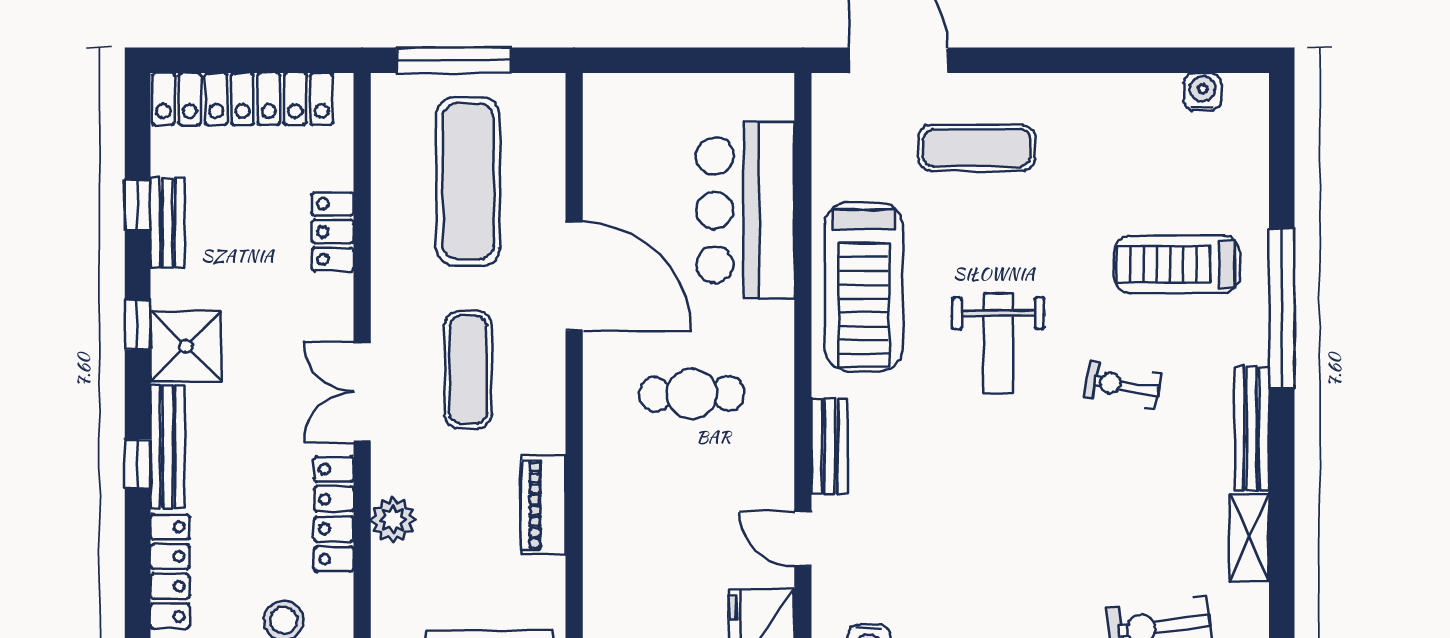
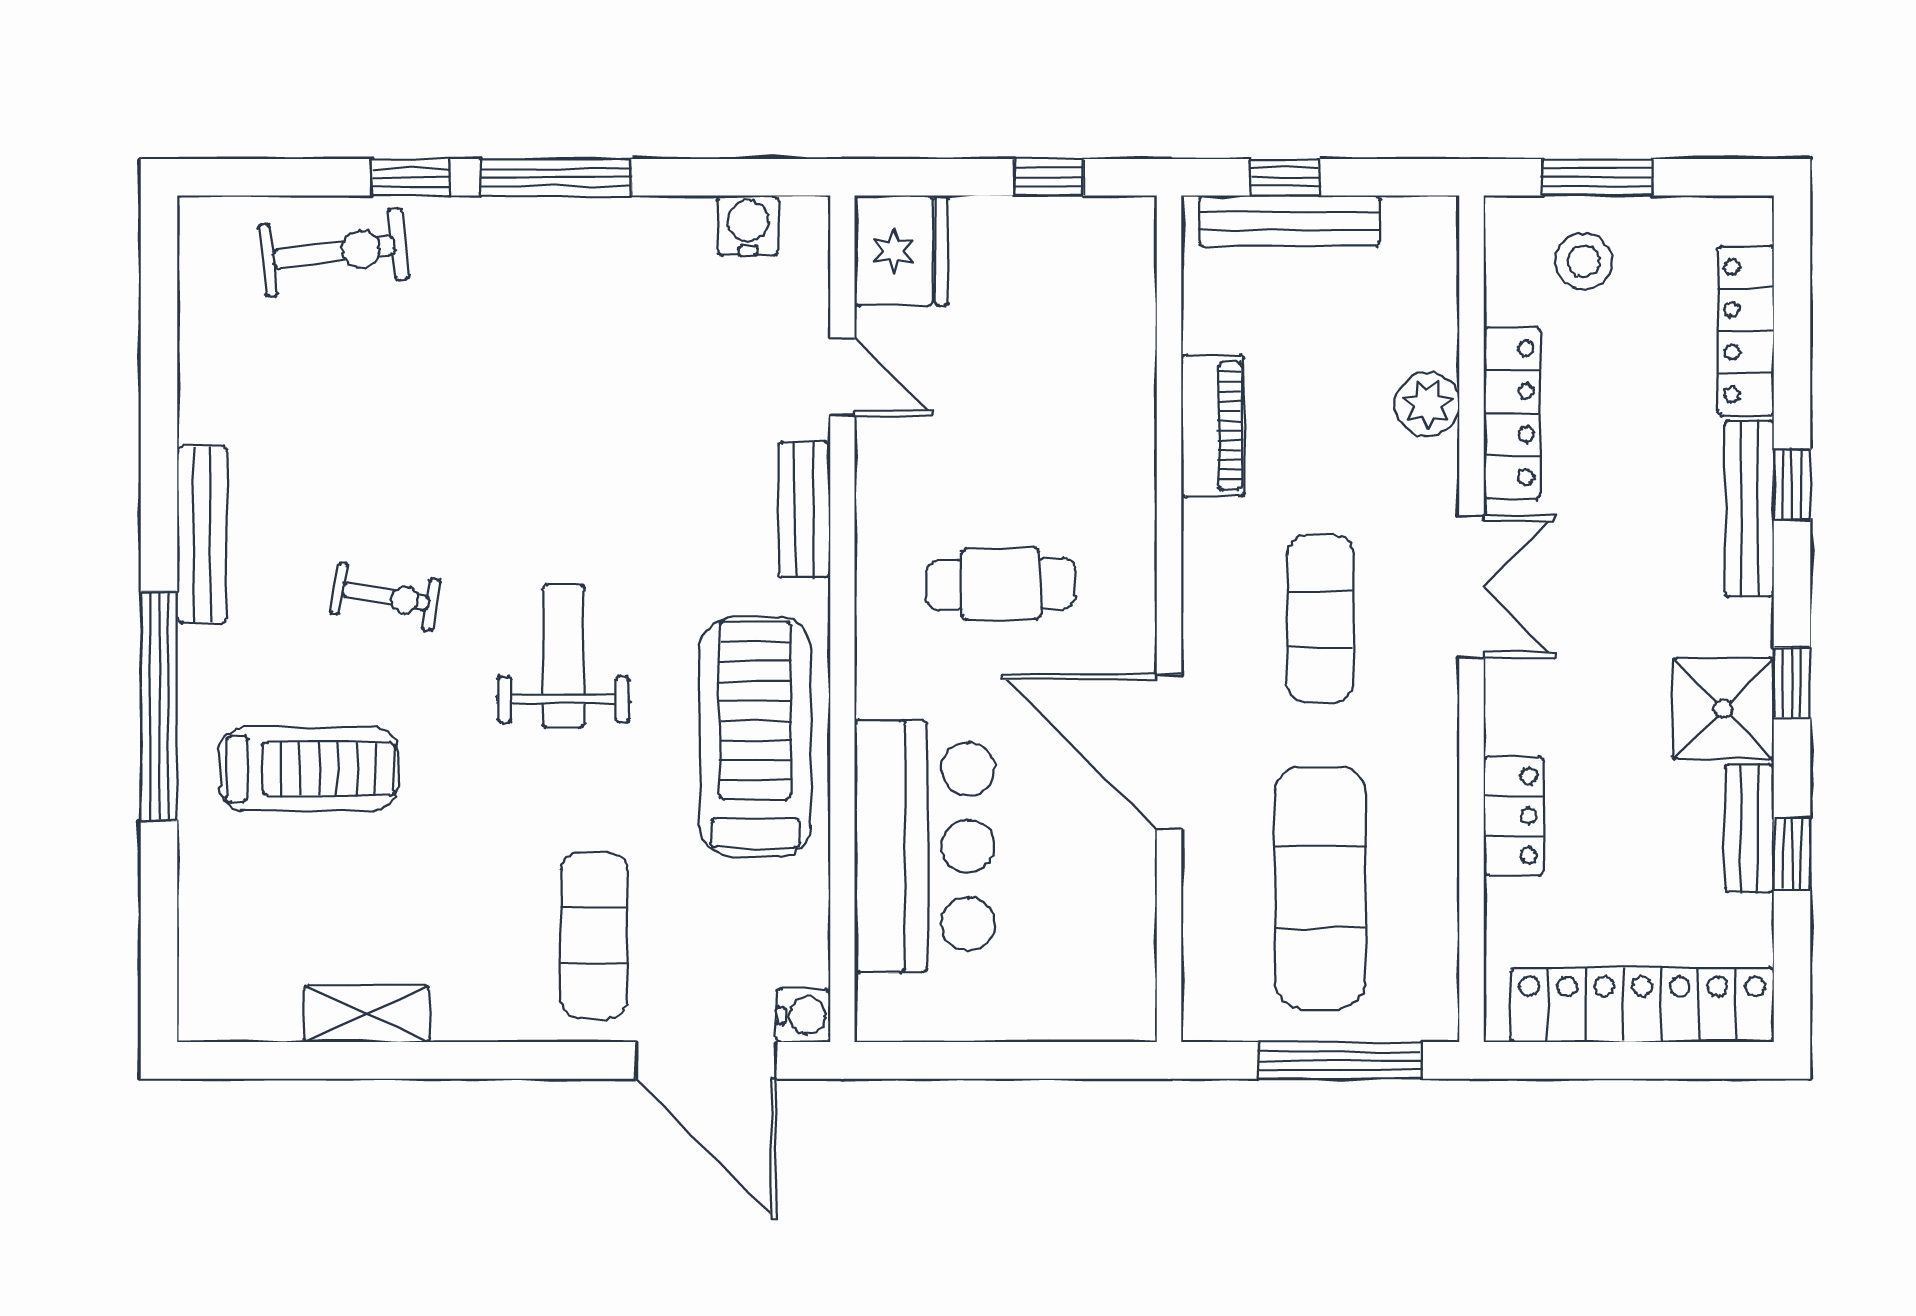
water cooler: (1203, 92) -> (803, 1015), moved, turned -90
exercise mat: (977, 148) -> (594, 935), turned 90
shower: (186, 346) -> (1723, 709), moved
shelving: (1249, 538) -> (367, 1014), moved, turned 90

